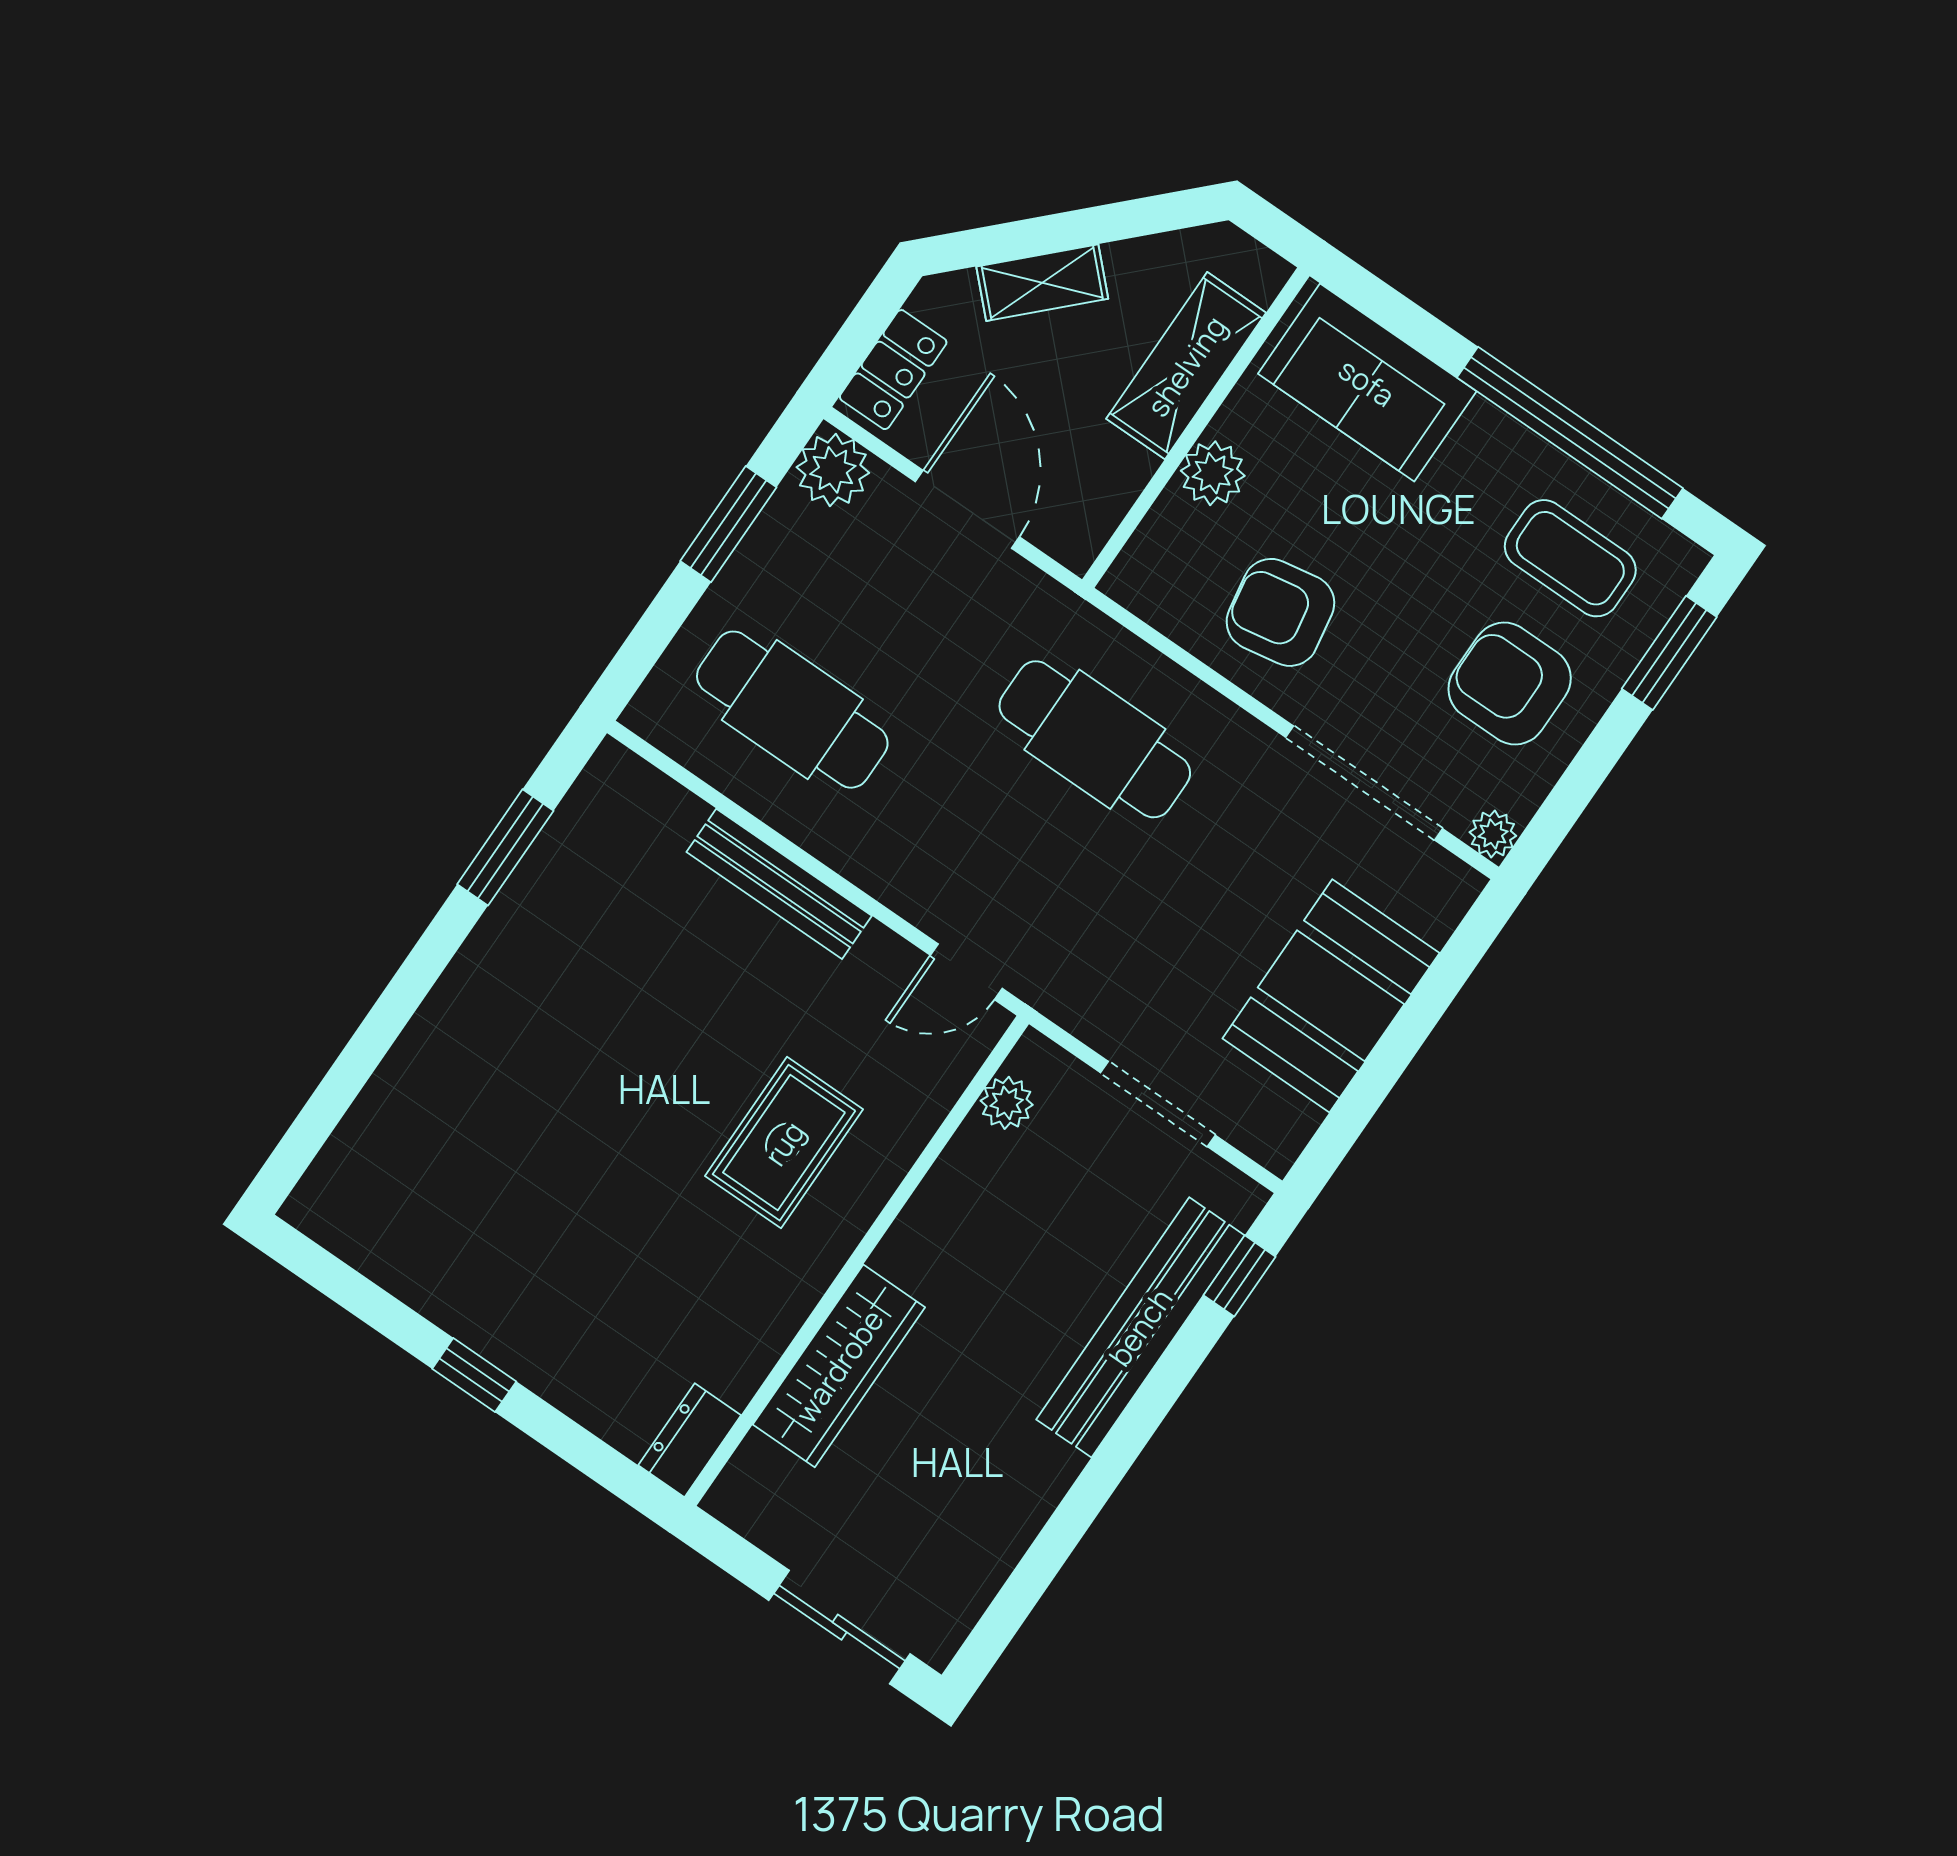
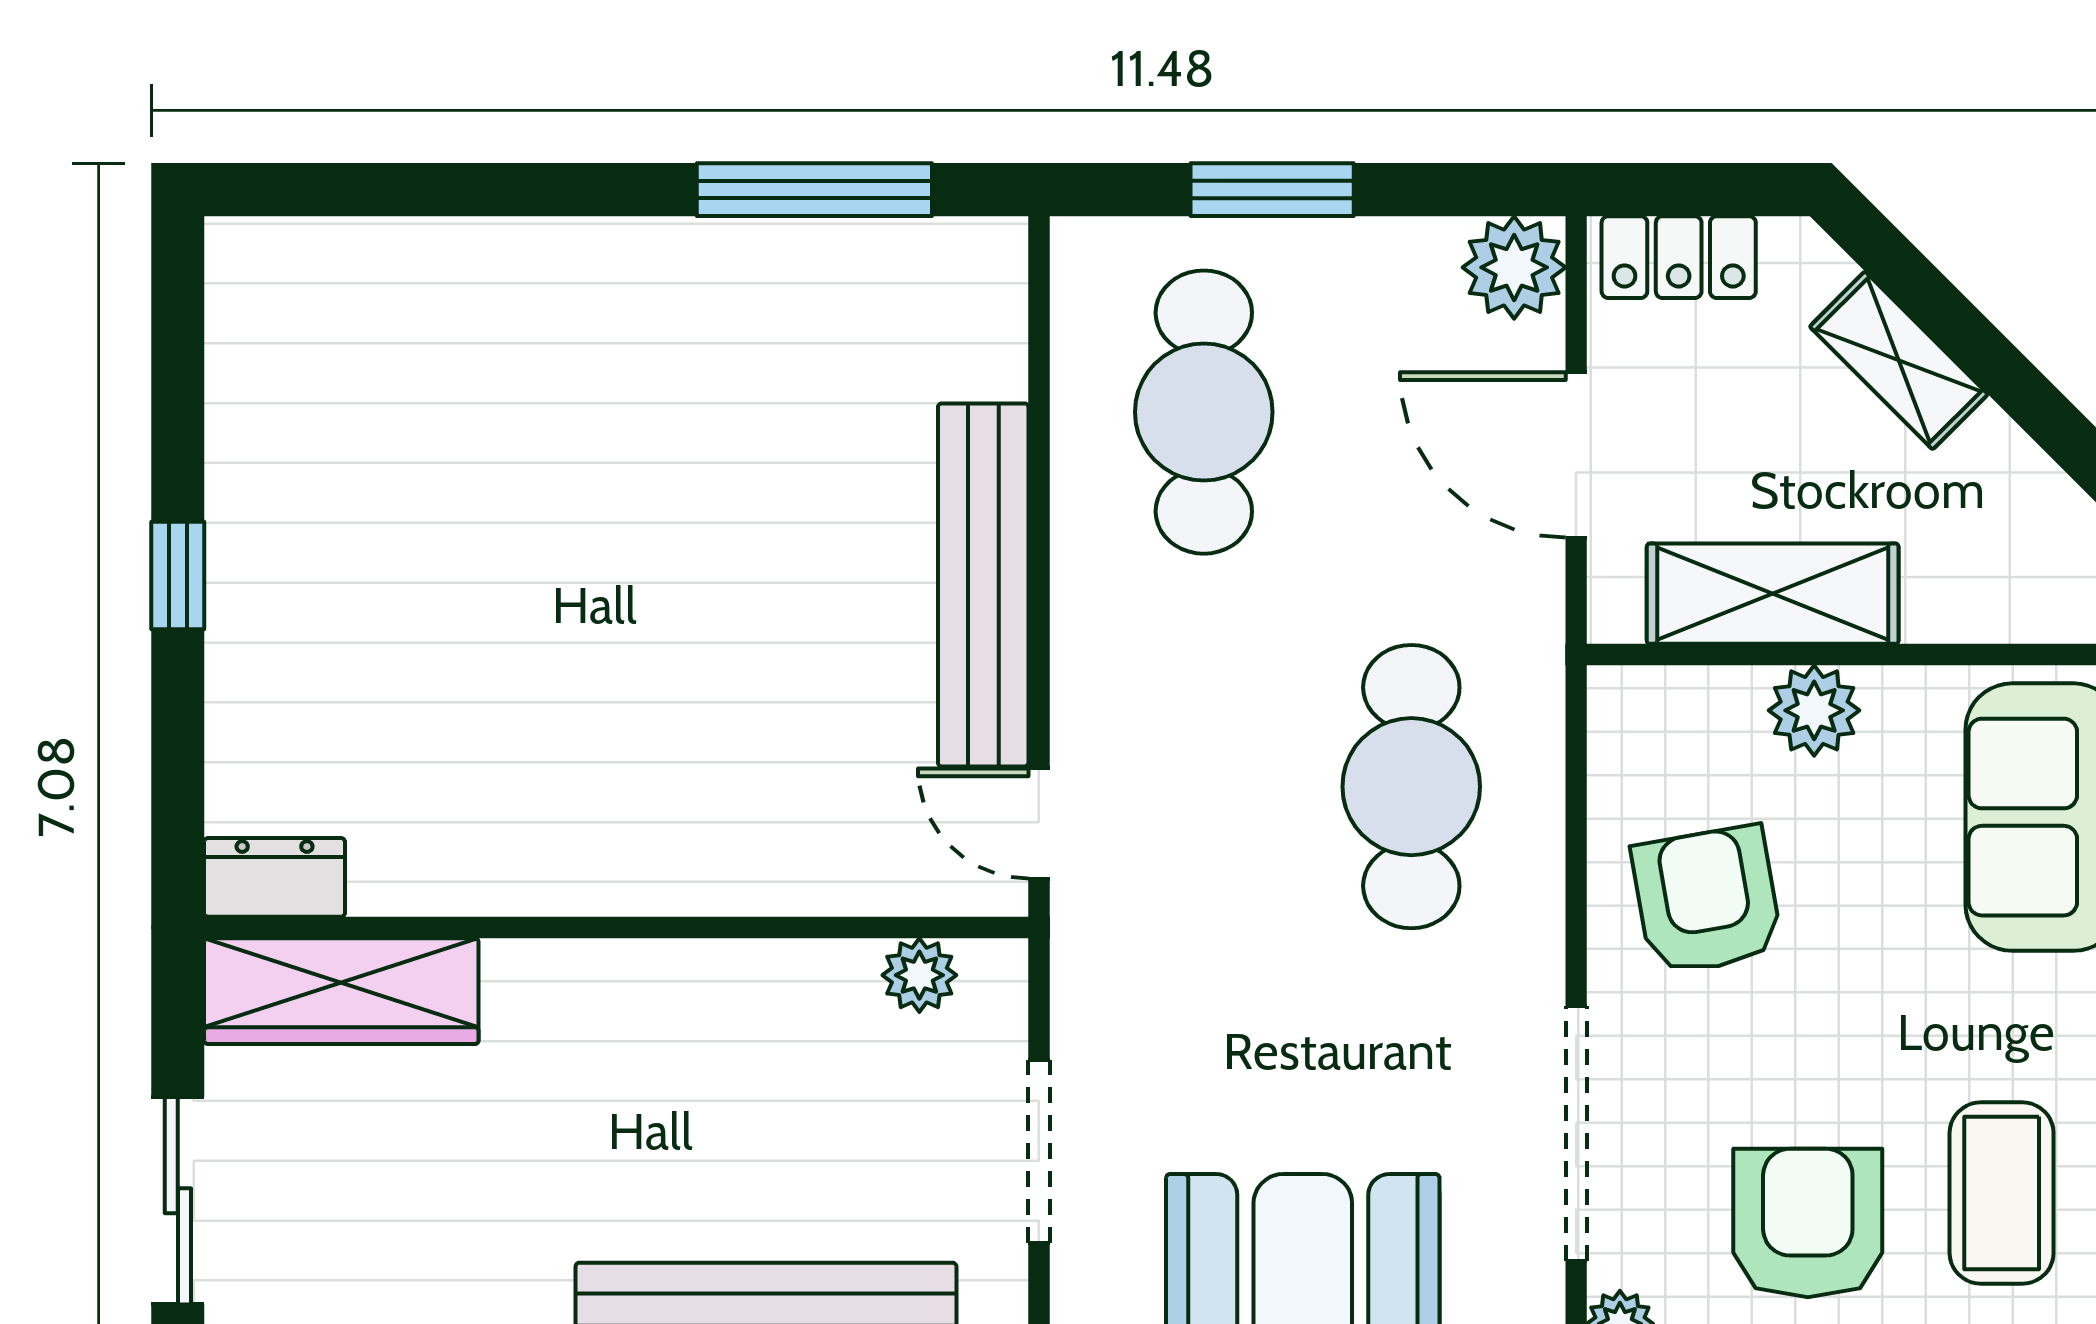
shelving: (1186, 366) -> (1773, 594), moved
door: (967, 509) -> (1576, 455), swing flipped
window: (728, 524) -> (1272, 190), moved
window: (505, 847) -> (814, 190), width x1.44
bench: (779, 884) -> (983, 585), width x1.37, depth x1.21
rug: (784, 1143) -> (695, 749), removed
wardrobe: (839, 1366) -> (341, 991), moved

